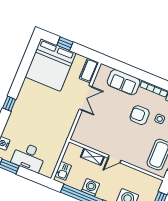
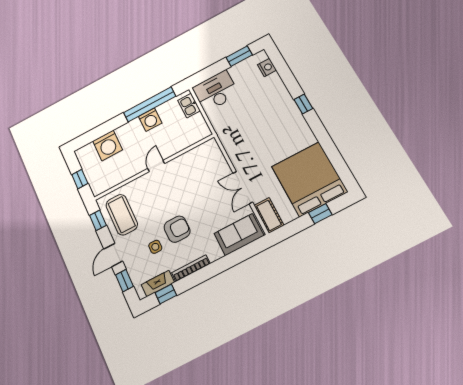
sofa: (124, 82) -> (239, 235), moved
desk: (29, 157) -> (216, 91), moved
shelving: (92, 157) -> (178, 146), removed

